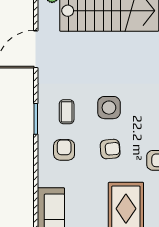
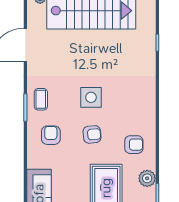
coffee table: (67, 112) -> (41, 99), moved

